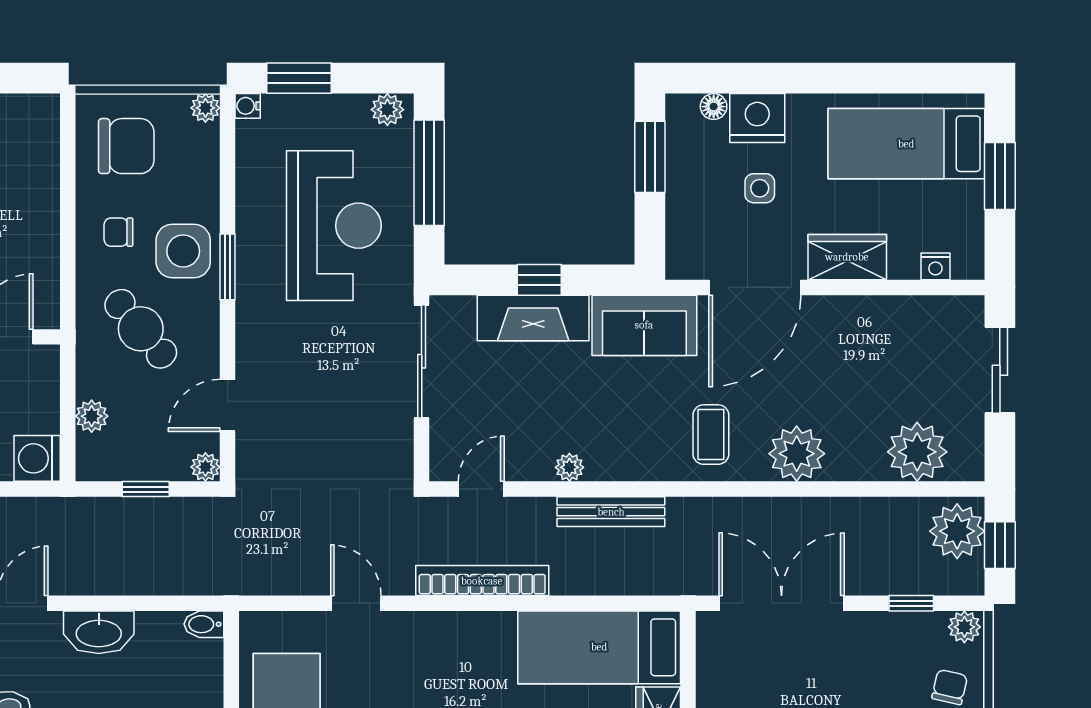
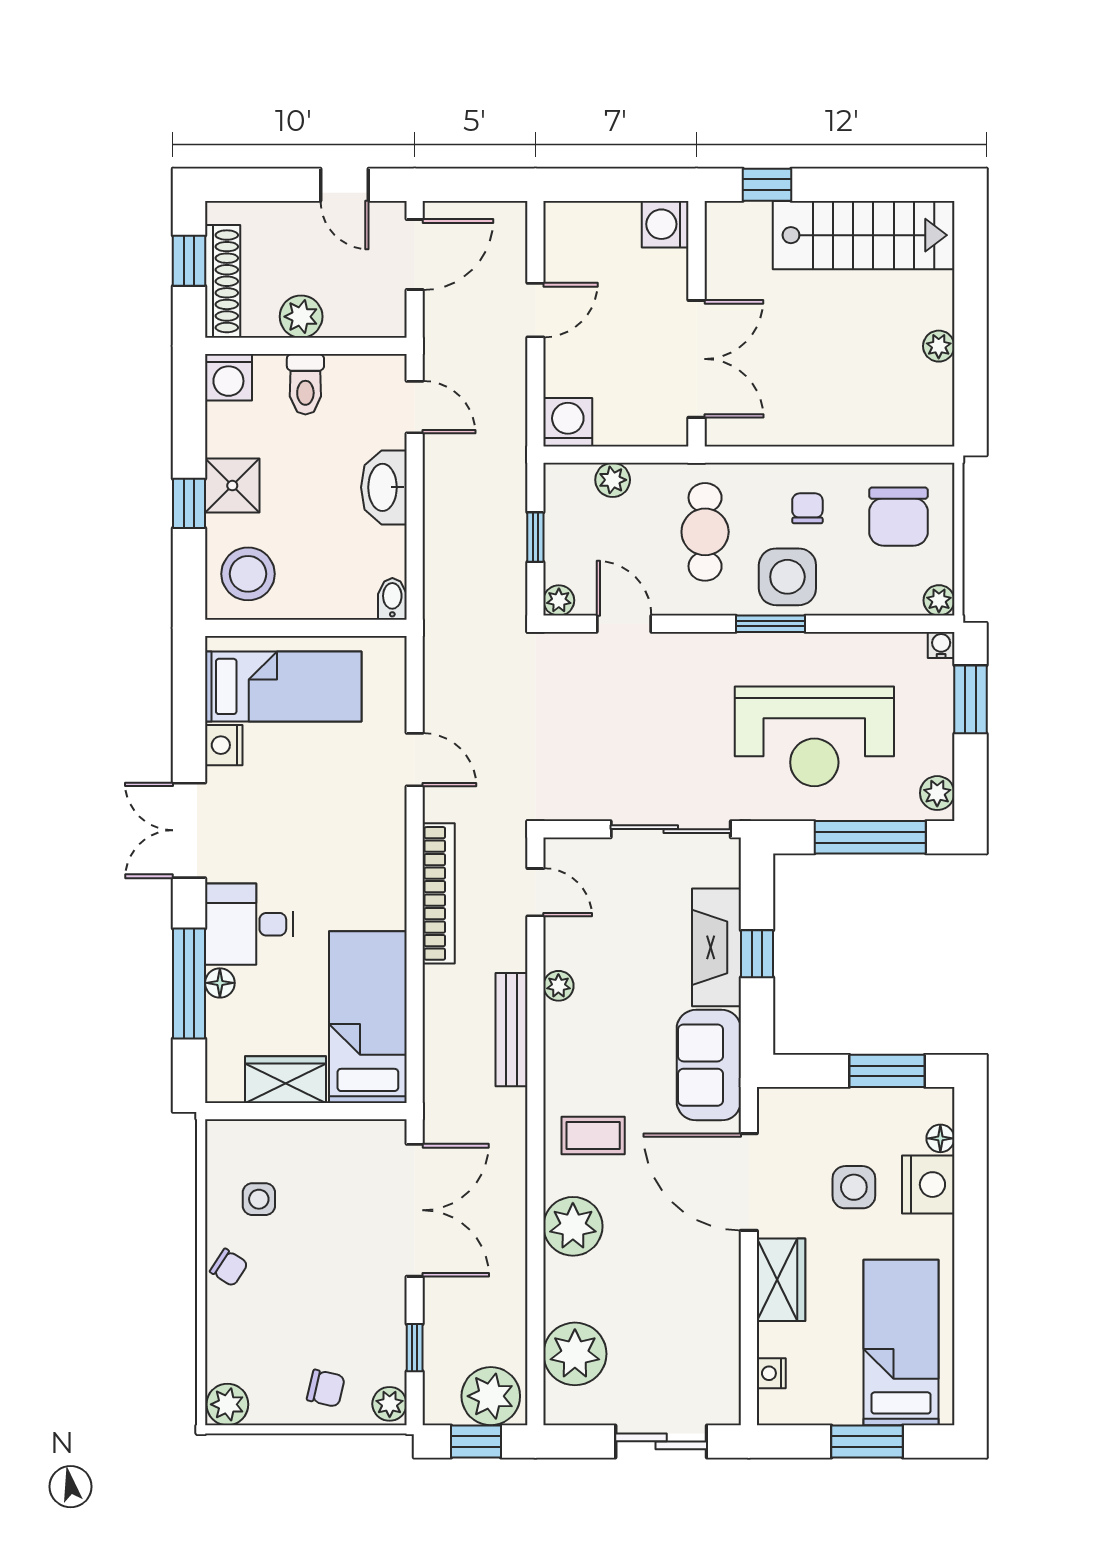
side table: (760, 188) -> (854, 1187), width x1.37, depth x1.37
cafe table: (141, 329) -> (705, 532), turned -50
door: (356, 603) -> (415, 760), hinge flipped

